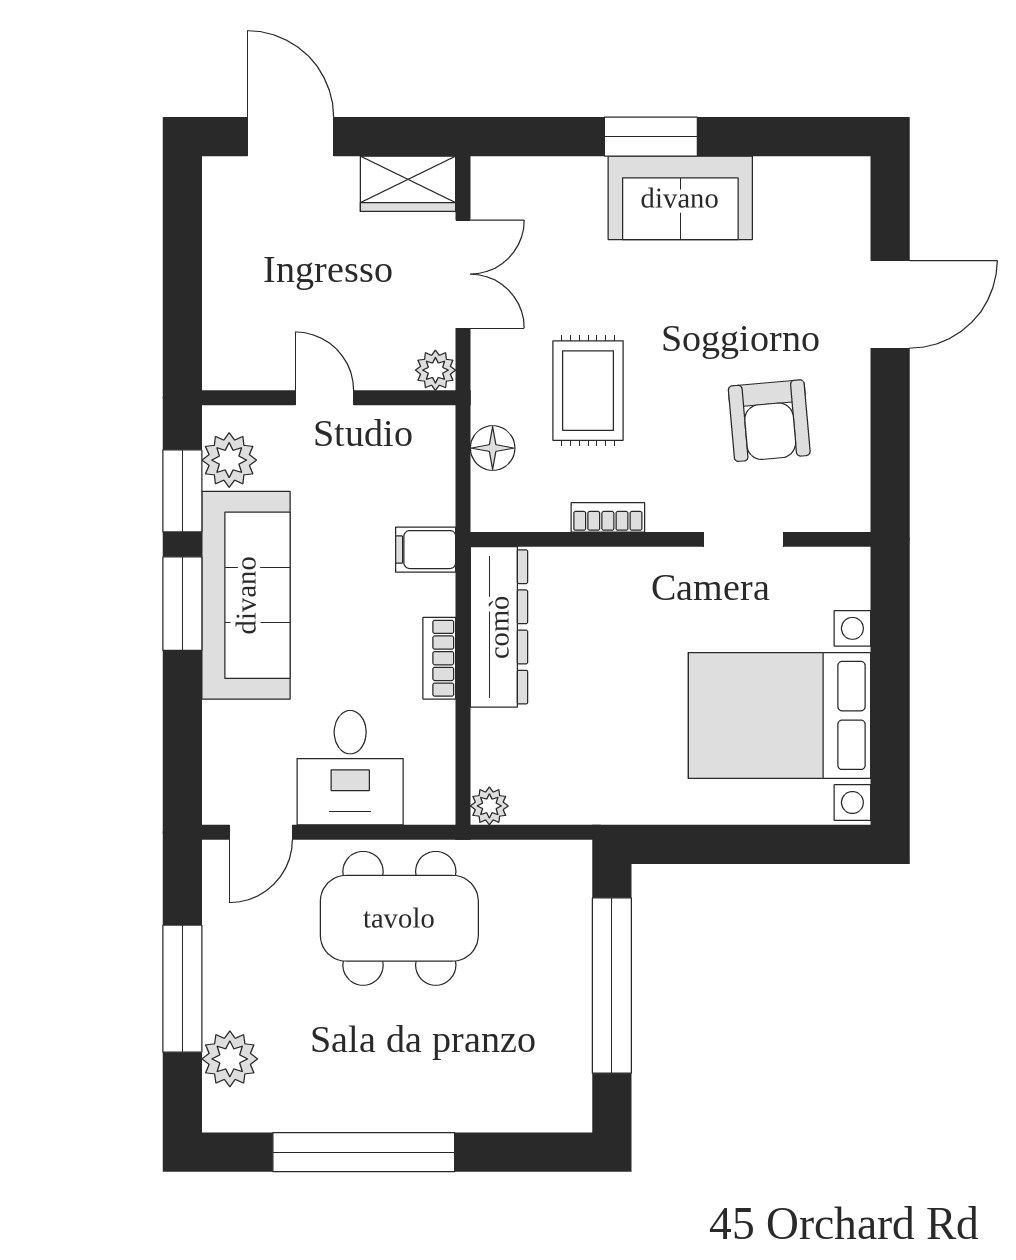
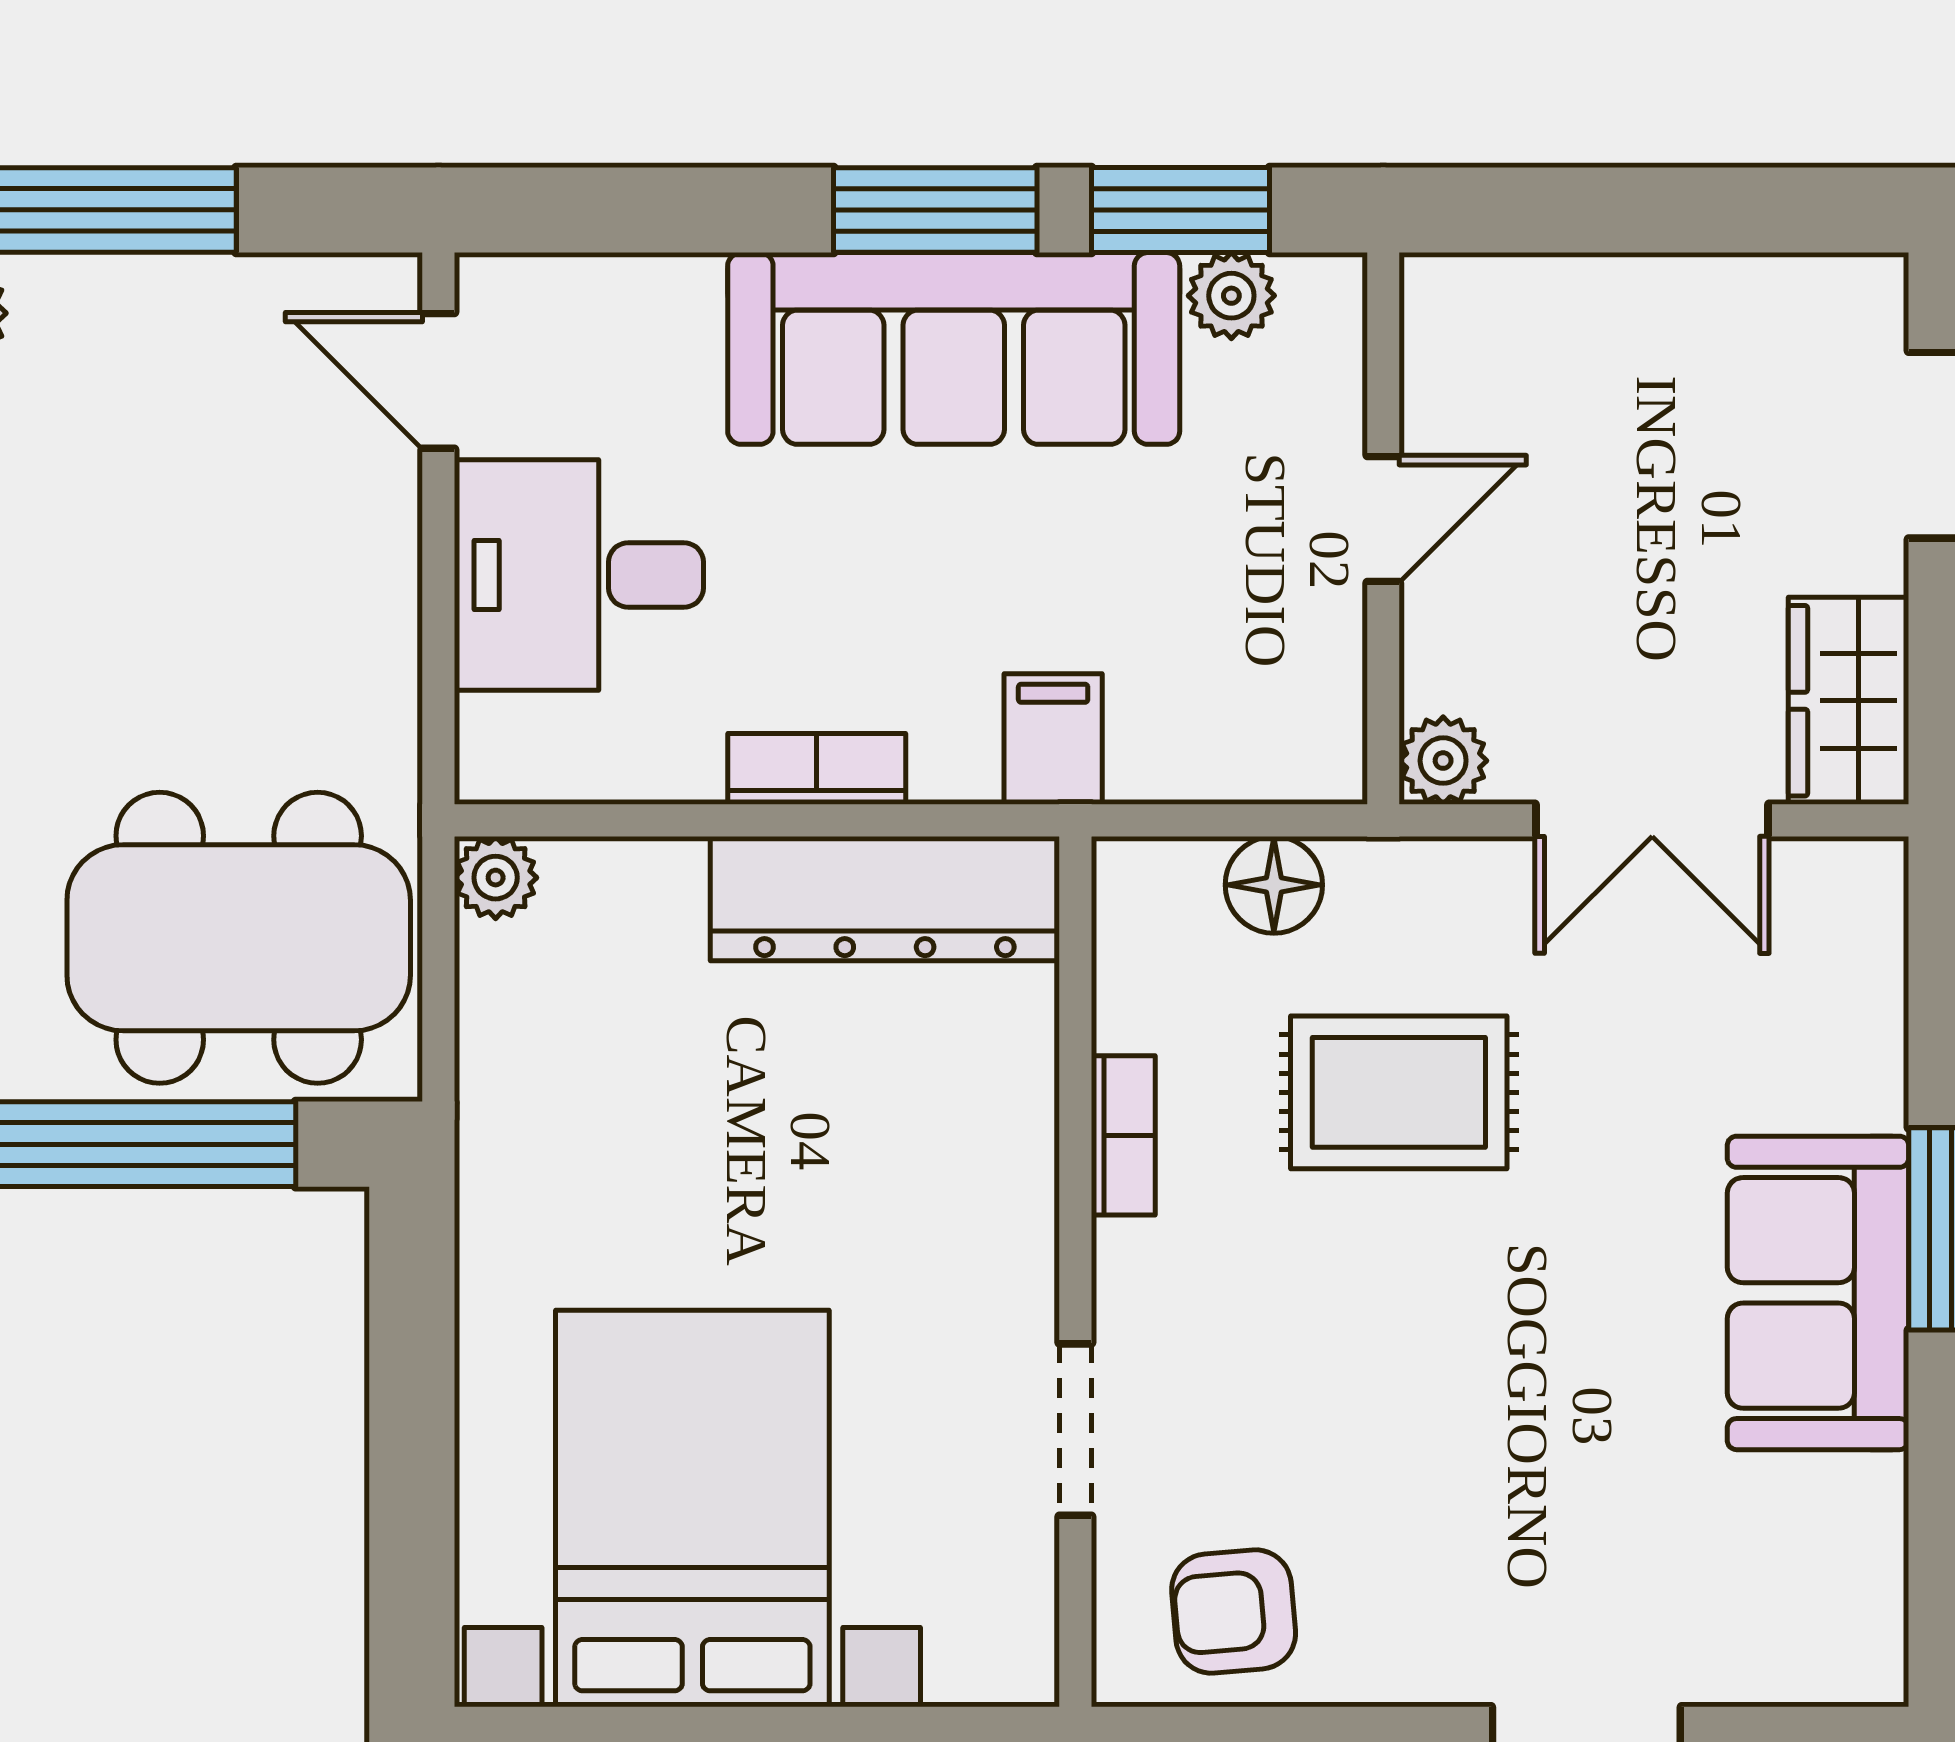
armchair: (769, 421) -> (1234, 1612), moved, width x0.72, depth x0.72
plant: (229, 460) -> (1231, 296), width x0.73, depth x0.73
dining table: (399, 918) -> (239, 938), moved, turned 90

